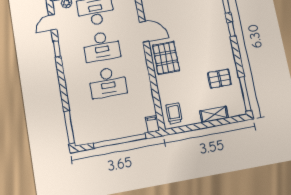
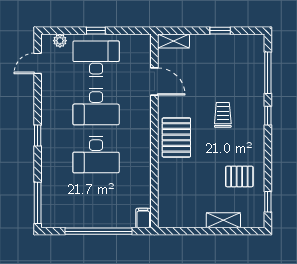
door: (144, 32) -> (154, 82), moved
window: (57, 49) -> (38, 136), moved
window: (245, 94) -> (268, 202), width x0.46
trolley: (174, 114) -> (223, 115), moved

